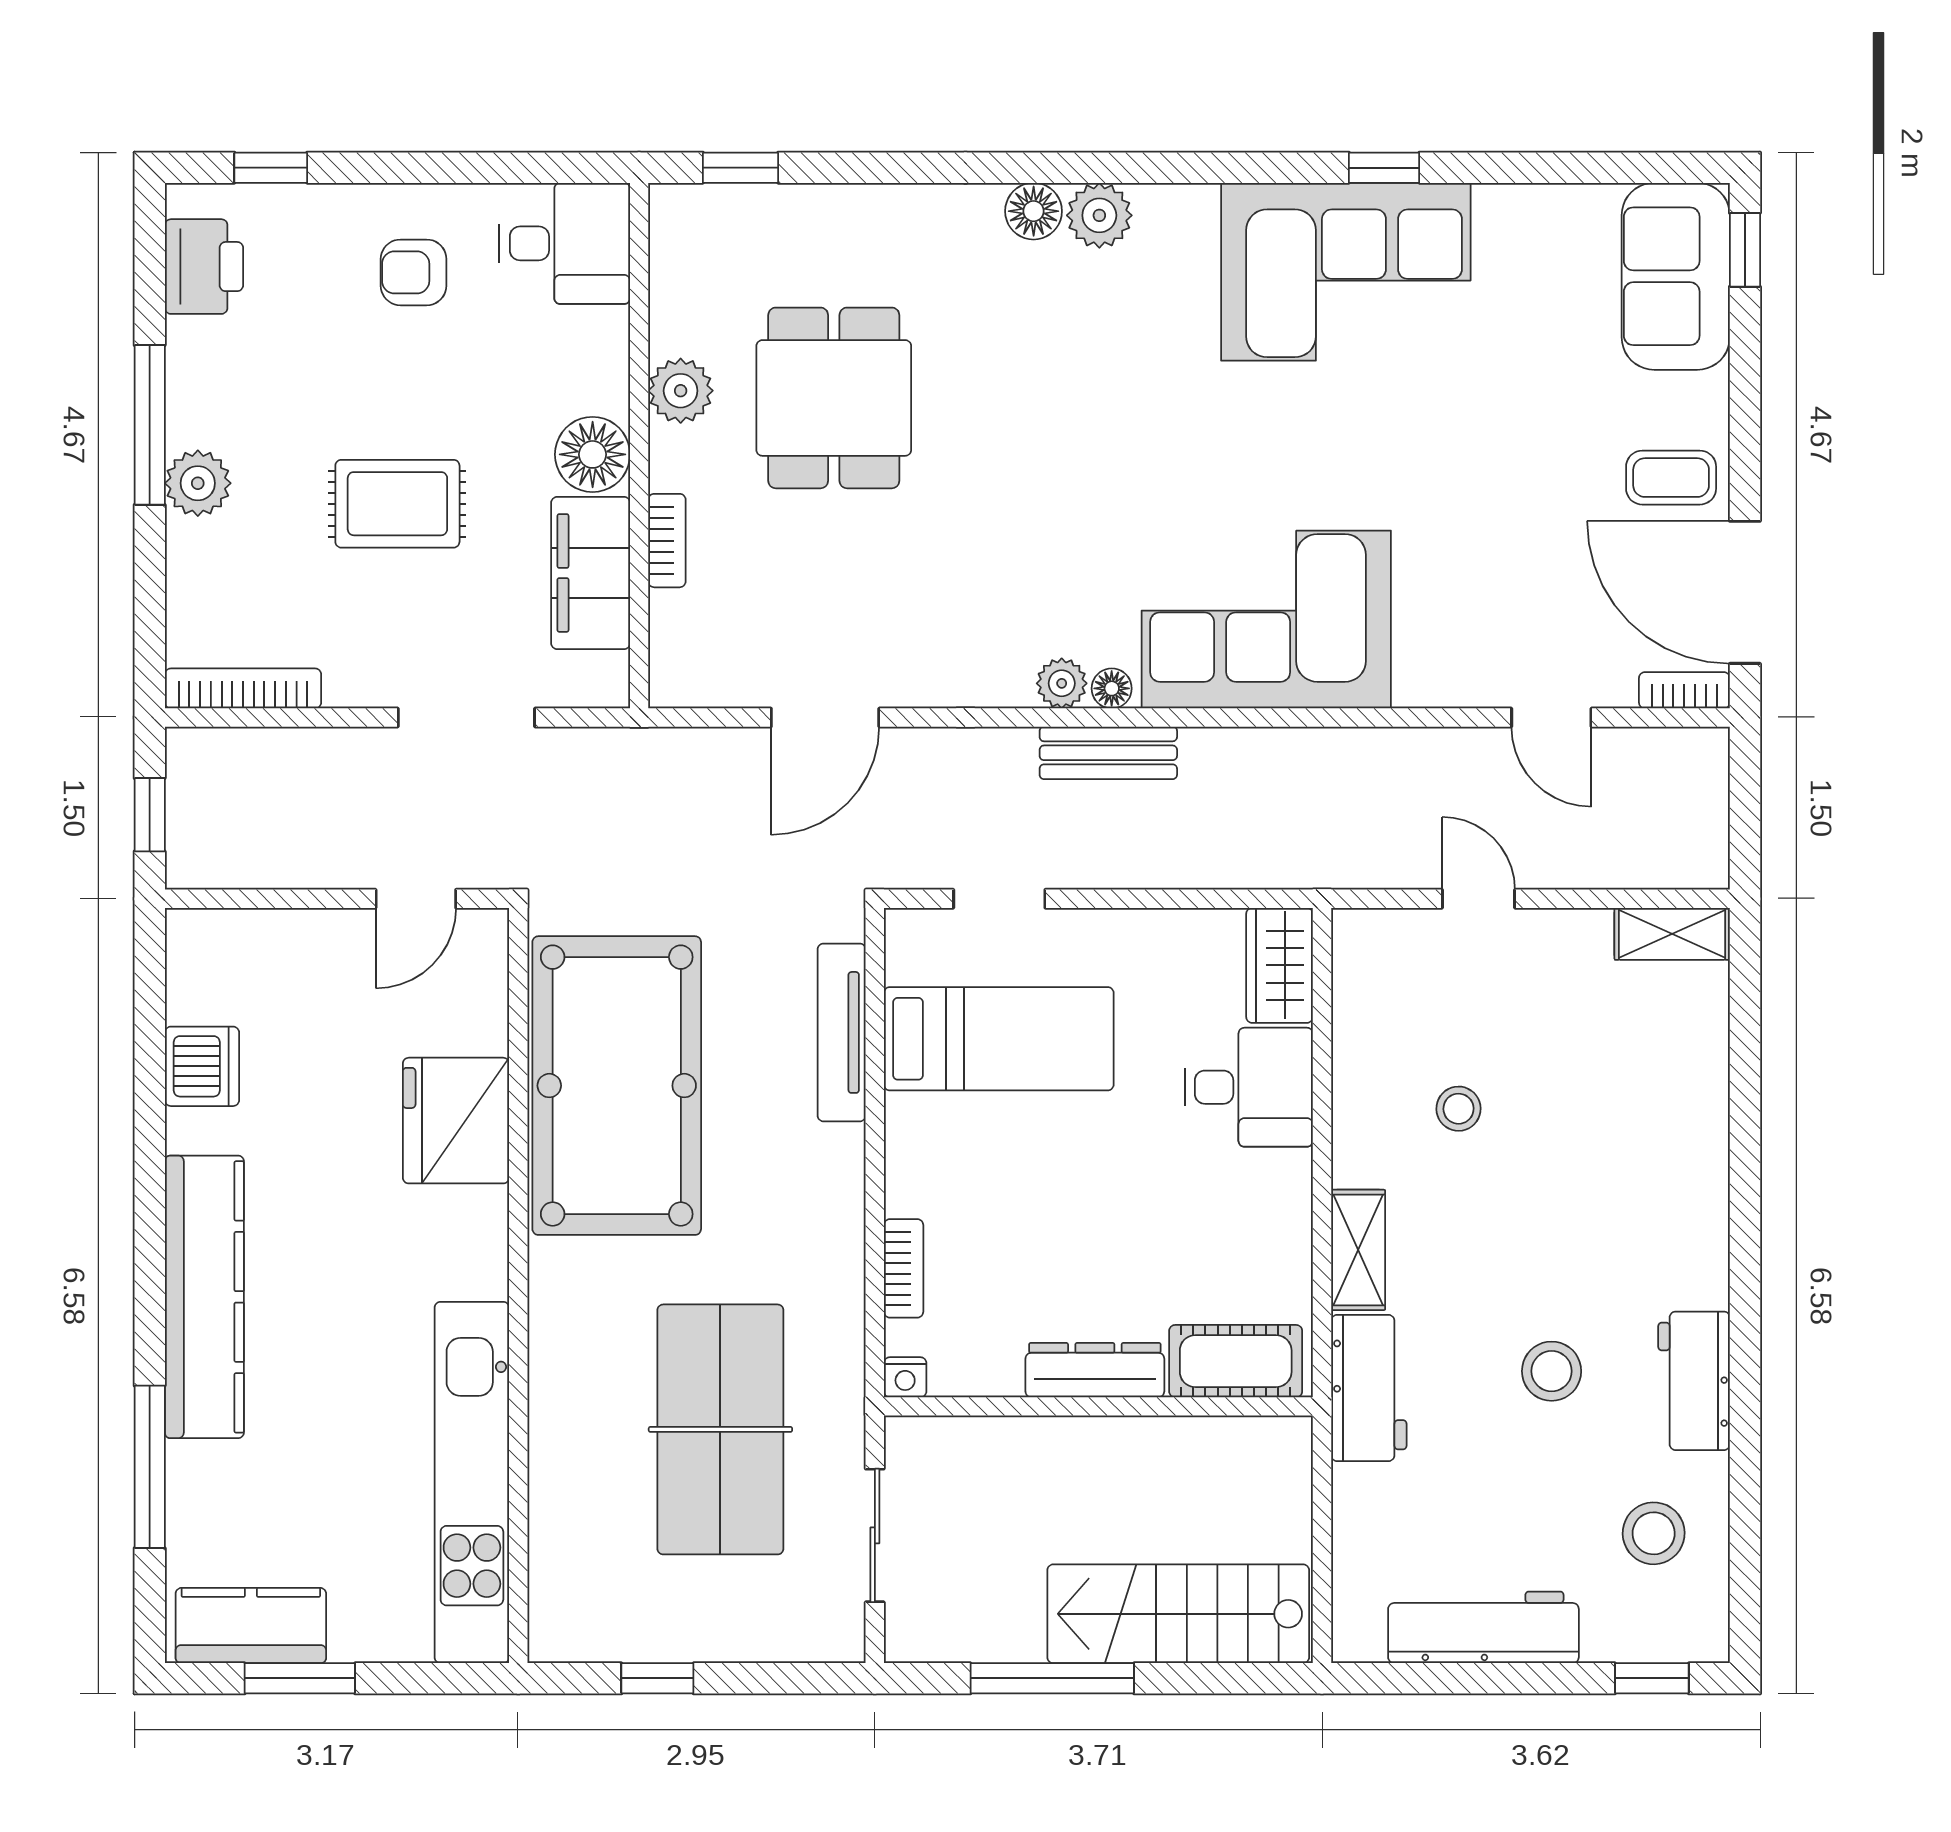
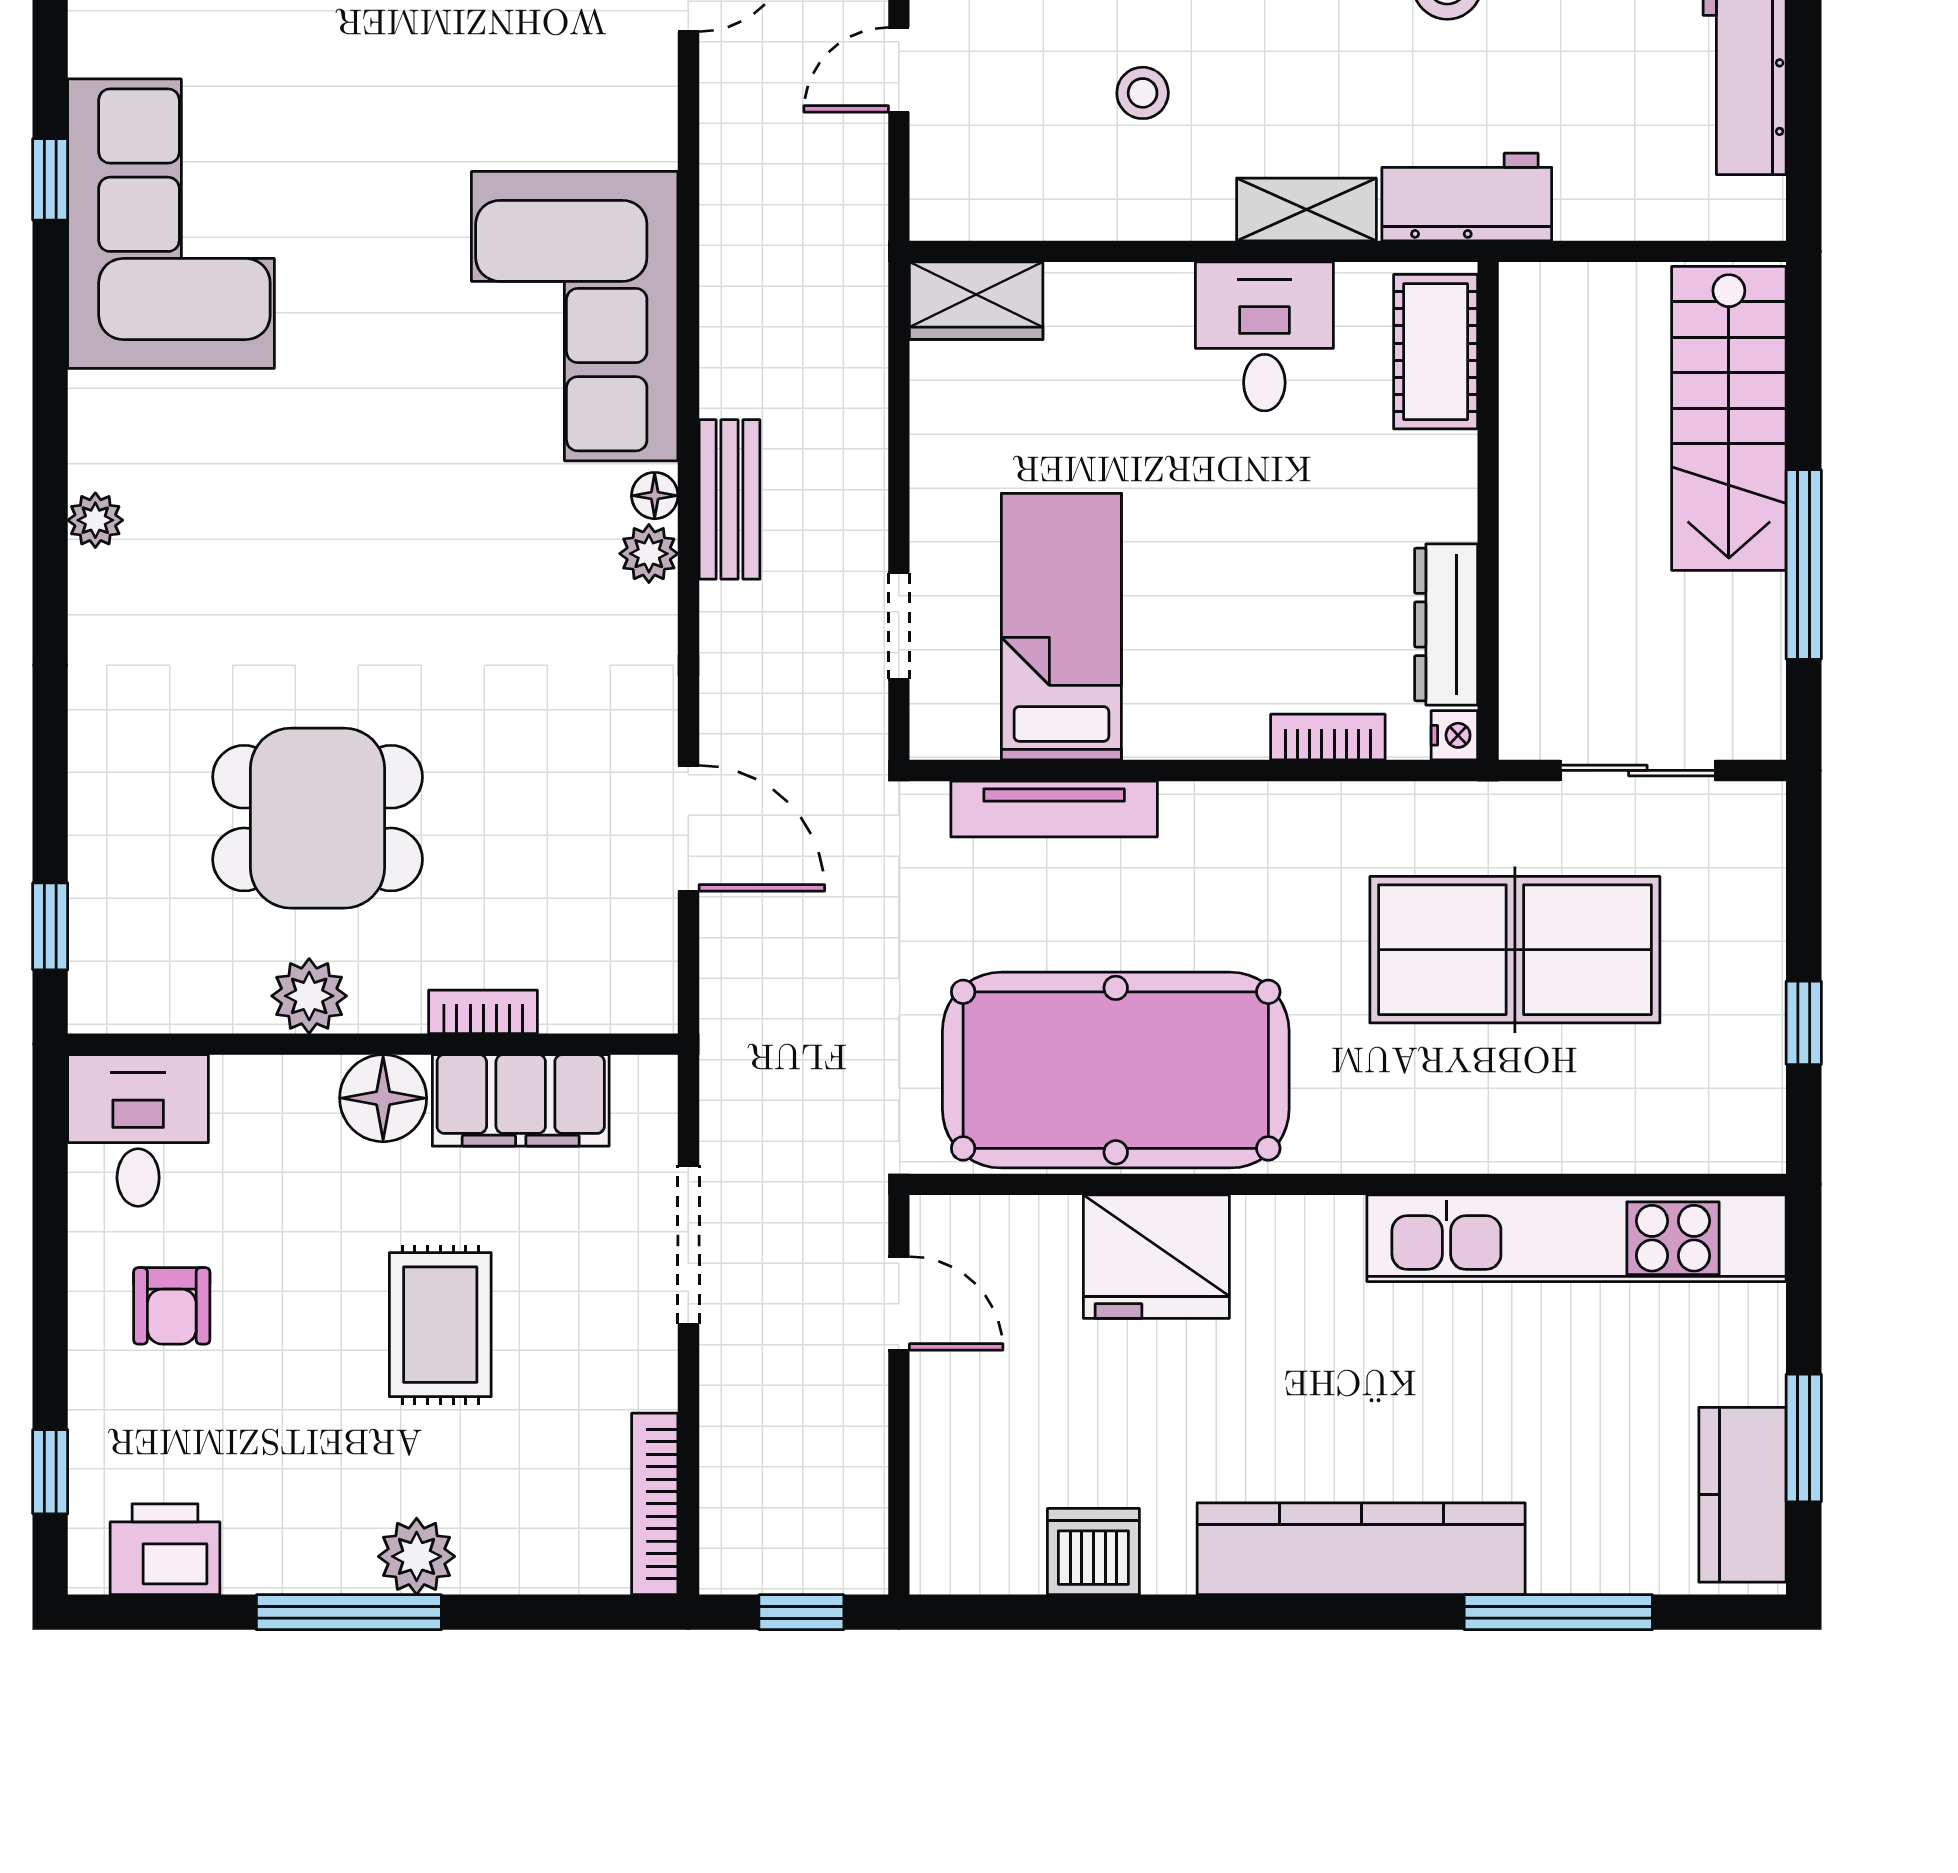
floor lamp: (1034, 211) -> (101, 586), removed
plant: (1099, 215) -> (95, 520), width x0.73, depth x0.73
desk: (1249, 1087) -> (1264, 336), moved
dresser: (1095, 1370) -> (1446, 624), moved

